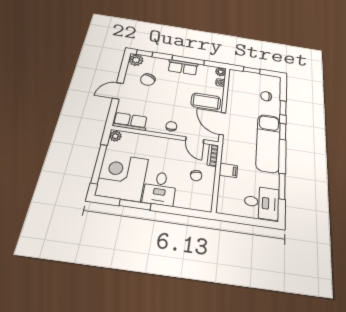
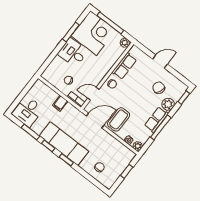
plant: (136, 60) -> (168, 104), moved
door: (118, 91) -> (160, 62), hinge flipped
window: (283, 108) -> (48, 146), moved
row of seats: (130, 122) -> (124, 66), moved

